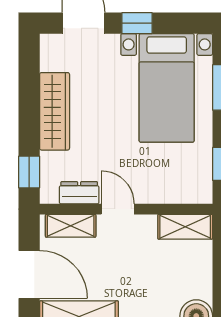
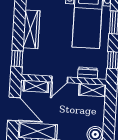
dresser: (79, 193) -> (88, 73), moved
door: (118, 209) -> (60, 79), swing flipped

